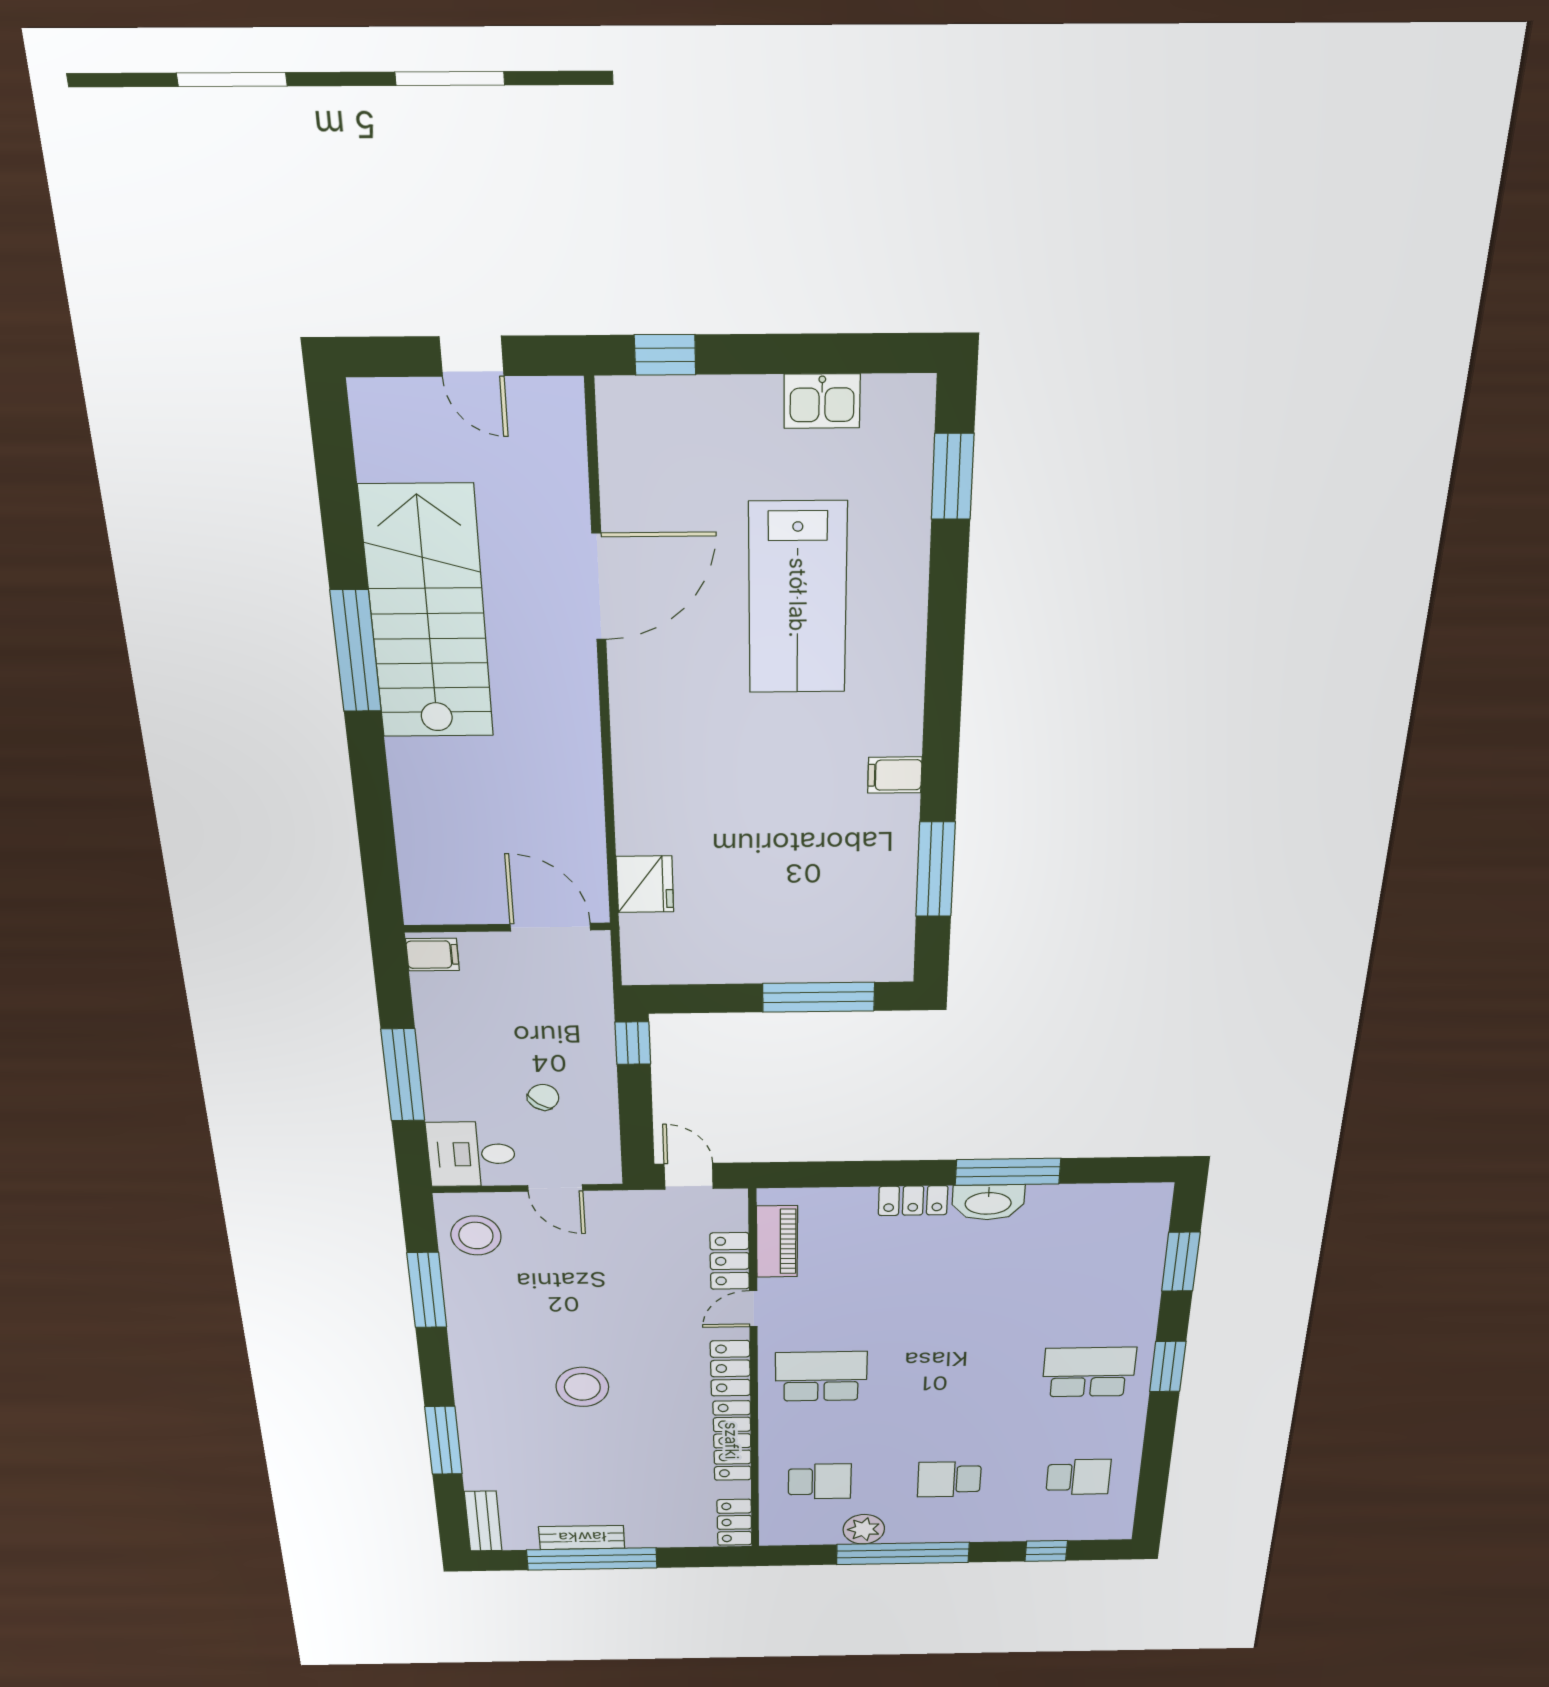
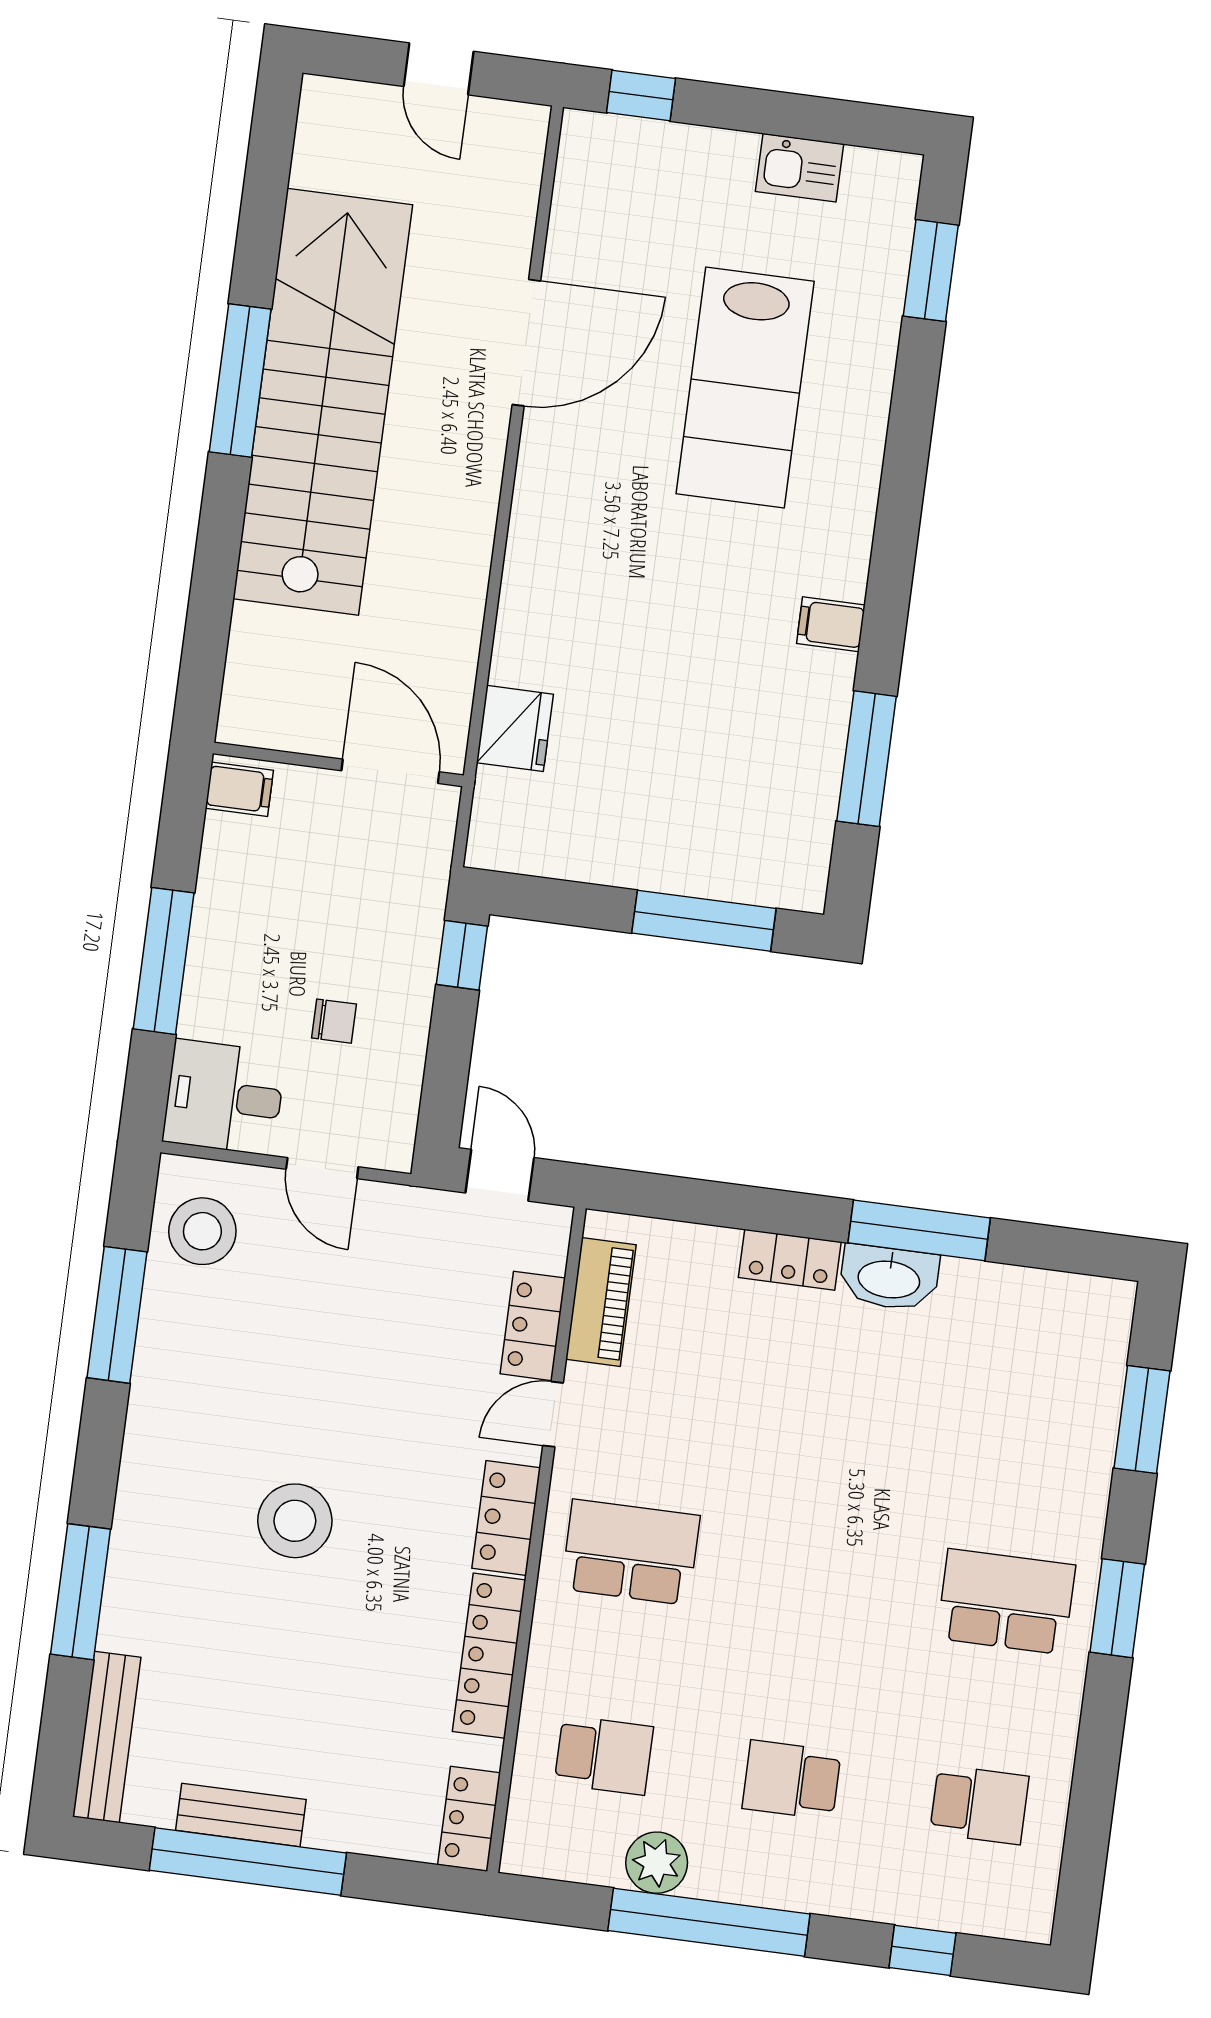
stairs: (427, 613) -> (323, 402), width x1.36
chair: (543, 1097) -> (334, 1021), turned 53
bench: (483, 1521) -> (107, 1737), width x1.36

